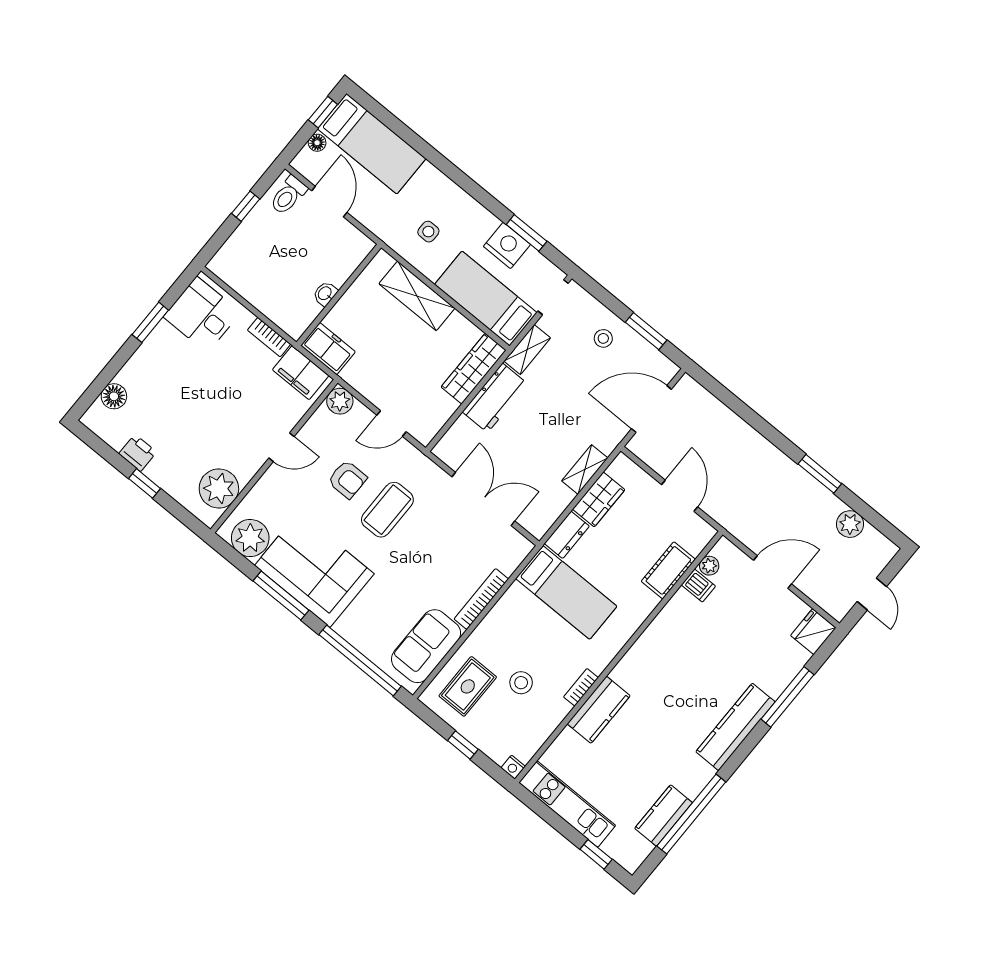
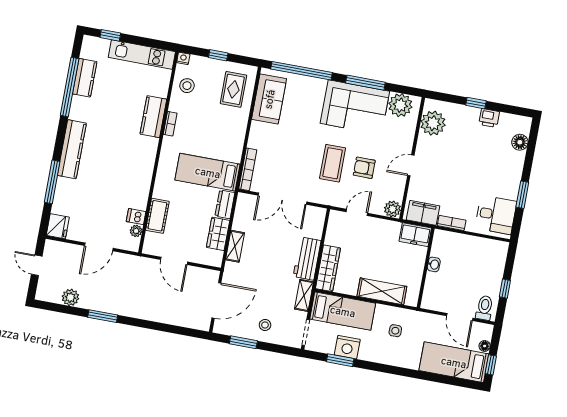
bookcase: (481, 599) -> (248, 169), moved
stool: (521, 683) -> (187, 86), moved

